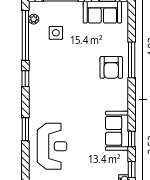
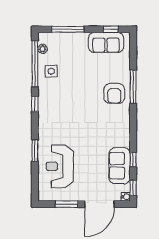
side table: (56, 33) -> (51, 71), moved
sofa: (117, 131) -> (120, 166), moved
reception desk: (52, 146) -> (60, 166), turned 180

